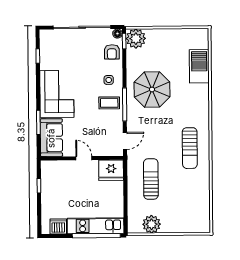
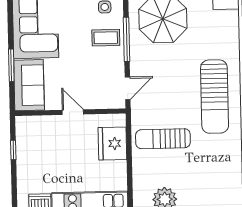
sun lounger: (190, 148) -> (215, 97), width x1.36, depth x1.34
fridge: (111, 170) -> (112, 143), moved, turned 90
sun lounger: (151, 179) -> (163, 139), turned -90

